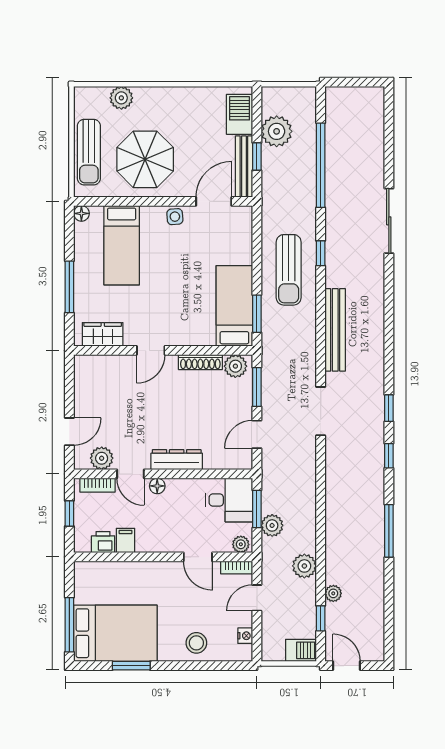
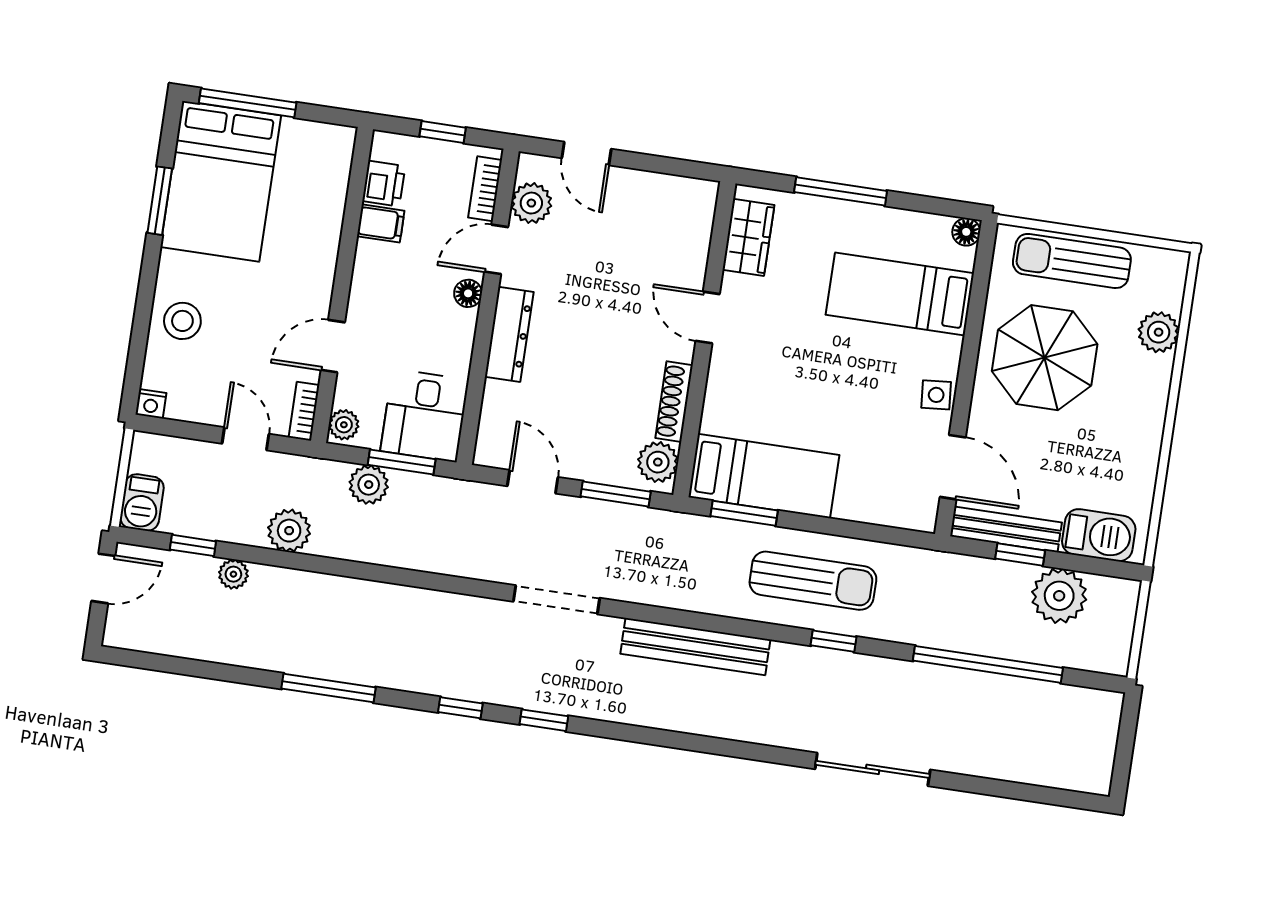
sun lounger: (289, 270) -> (813, 581), turned 180
nightstand: (245, 636) -> (151, 404), moved

